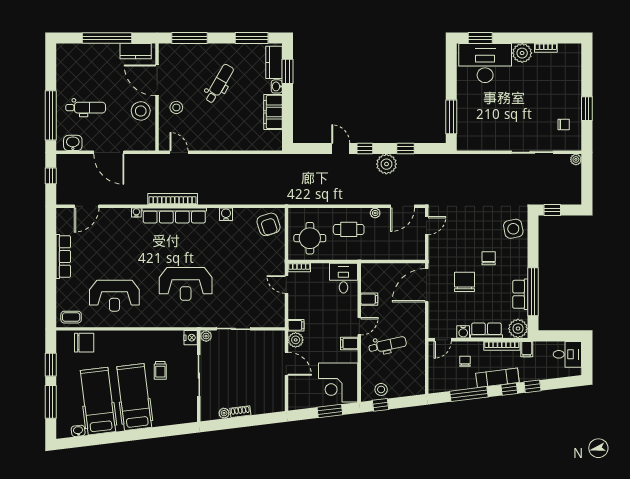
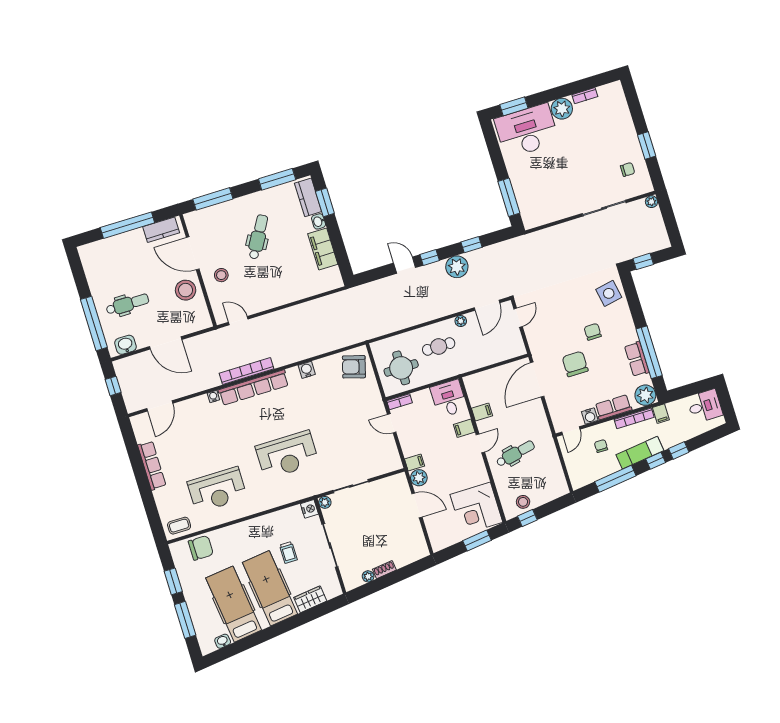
armchair: (268, 224) -> (354, 367), turned 124
filing cabinet: (349, 343) -> (464, 428), moved
wardrobe: (167, 418) -> (310, 599), added

